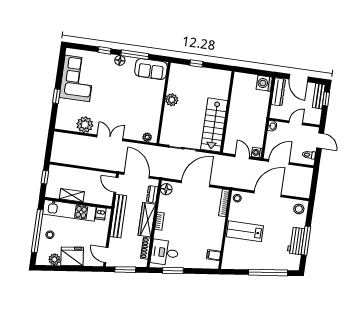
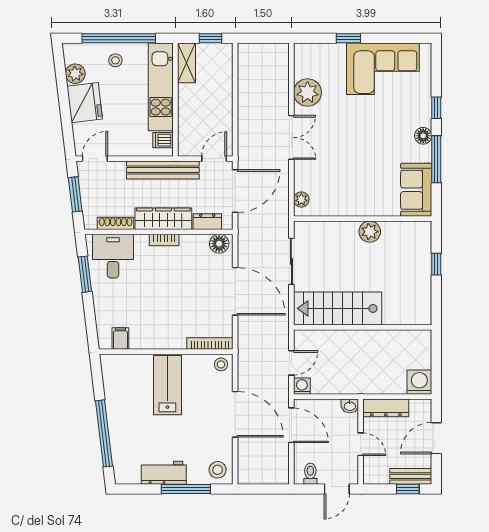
dresser: (278, 92) -> (386, 408), moved
shelving: (72, 195) -> (186, 63), moved
window: (306, 241) -> (186, 489), moved

